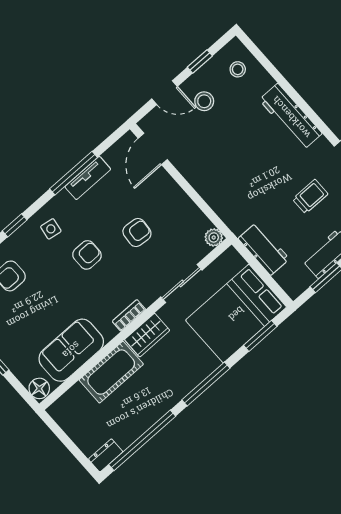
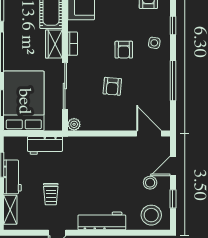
stool: (238, 69) -> (151, 215), width x1.89, depth x1.89
tv unit: (88, 178) -> (164, 86), removed
sliding door: (181, 283) -> (65, 86), width x1.37

